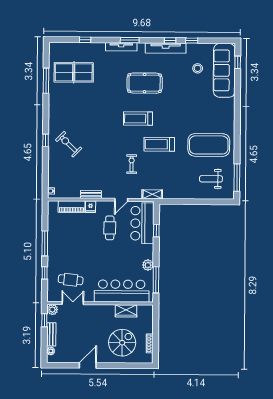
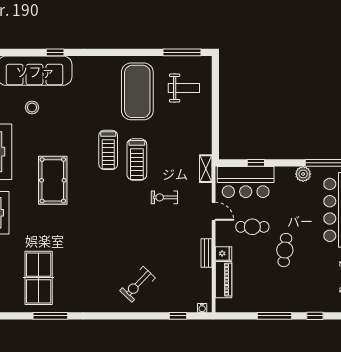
window: (238, 62) -> (55, 52), moved
treadmill: (138, 119) -> (108, 150), moved
window: (46, 140) -> (178, 316), moved
weight bench: (211, 179) -> (184, 88), turned -90
cafe table: (71, 280) -> (285, 250), moved

